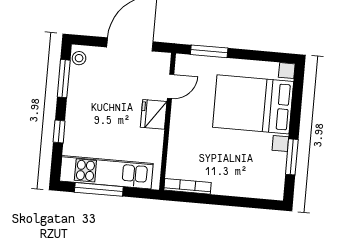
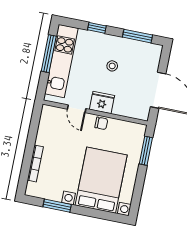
stool: (79, 58) -> (112, 66), moved
door: (171, 86) -> (77, 109), moved
chair: (180, 112) -> (101, 123), added
bookcase: (188, 186) -> (35, 163), moved

